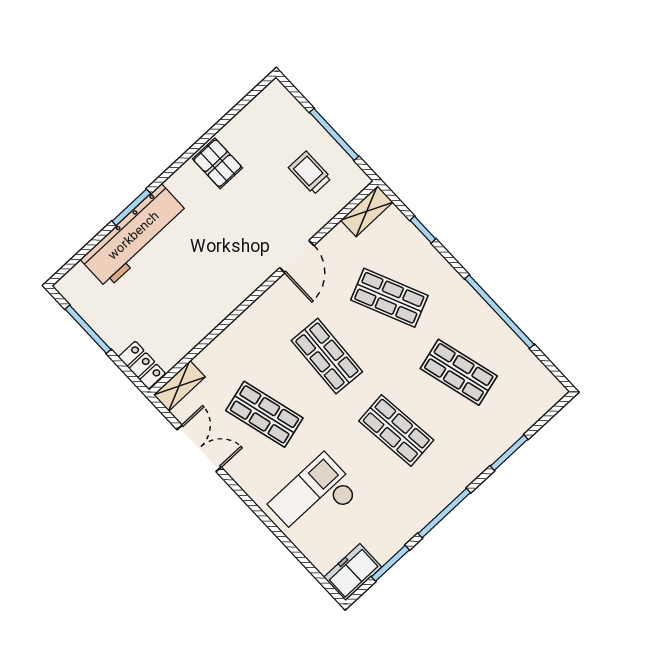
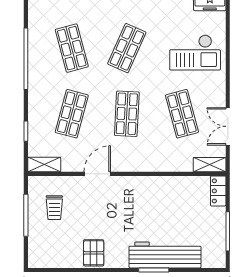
shop shelf: (389, 298) -> (72, 114), turned 39
shop shelf: (396, 430) -> (127, 48), turned 30

